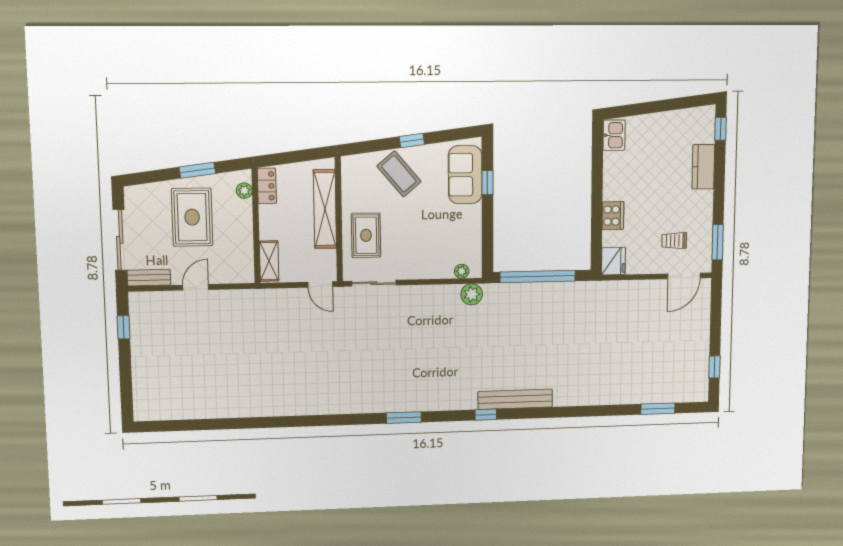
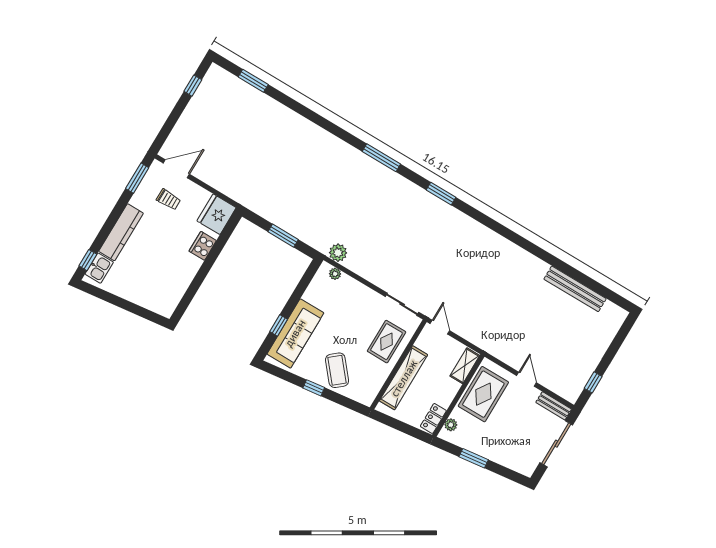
kitchen sink: (614, 135) -> (99, 268), moved, turned 180
kitchen counter: (703, 167) -> (121, 232), width x1.50
sofa: (465, 175) -> (295, 333), width x1.36
rug: (192, 217) -> (483, 394), moved
fridge: (613, 261) -> (217, 214), width x1.36, depth x1.34
window: (538, 277) -> (283, 236), width x0.47
door: (196, 287) -> (527, 379), swing flipped
bench: (515, 399) -> (575, 289), moved
window: (486, 415) -> (381, 158), width x2.17

